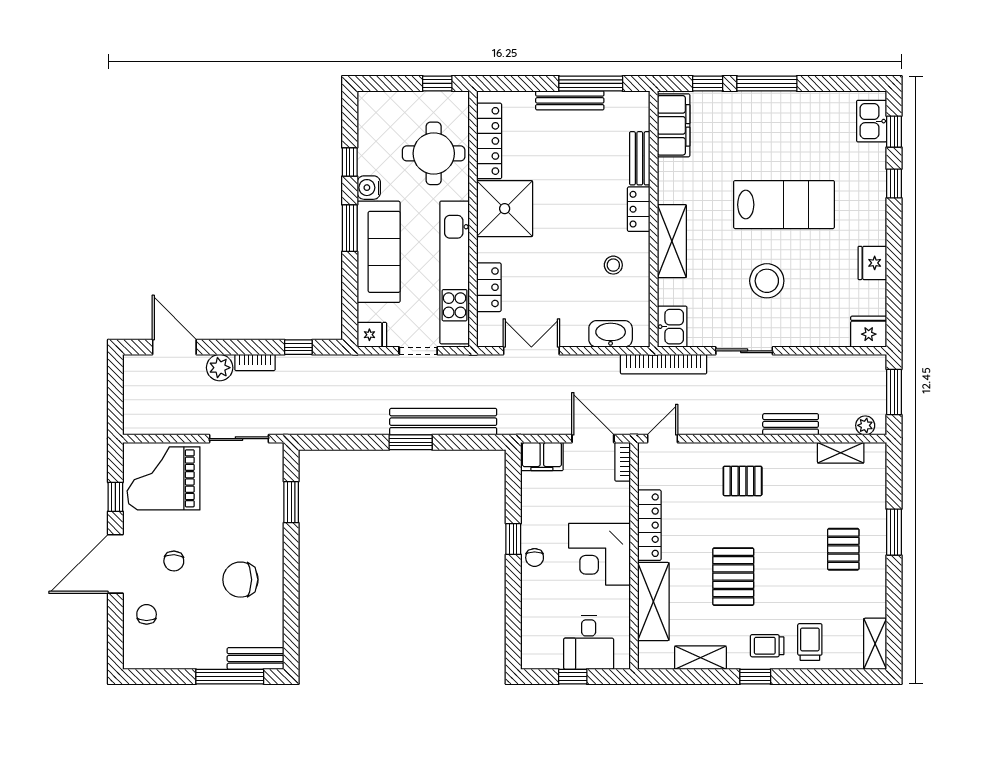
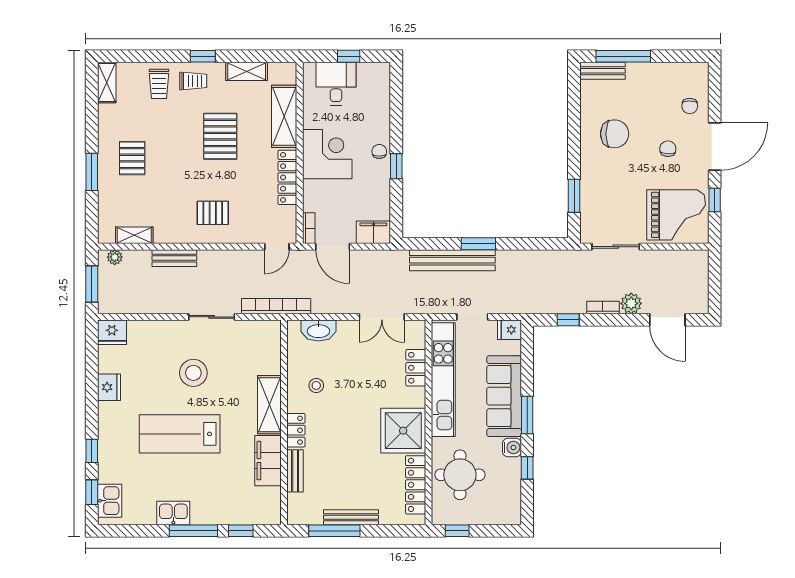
filing cabinet: (674, 125) -> (268, 461), moved
kitchen sink: (672, 327) -> (173, 513), moved, turned 90

